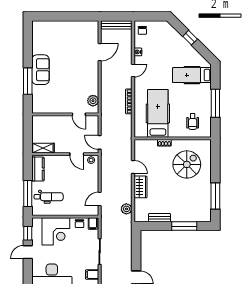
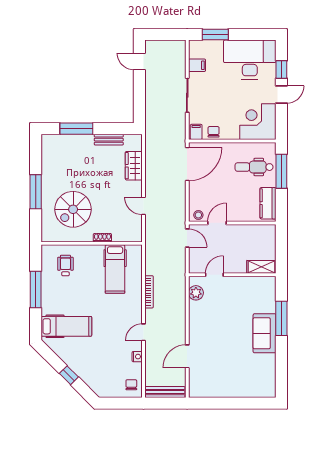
hospital bed: (158, 113) -> (115, 269), width x0.73, depth x0.78
door: (79, 114) -> (214, 275), hinge flipped
shelving: (43, 148) -> (261, 267), moved
door: (77, 154) -> (217, 223), hinge flipped
wardrobe: (140, 187) -> (134, 166), moved
window: (215, 196) -> (36, 192), moved
door: (100, 199) -> (187, 164), width x1.87
plant: (126, 209) -> (152, 151), removed
corner desk: (56, 231) -> (258, 122), moved
window: (28, 233) -> (281, 69), moved

